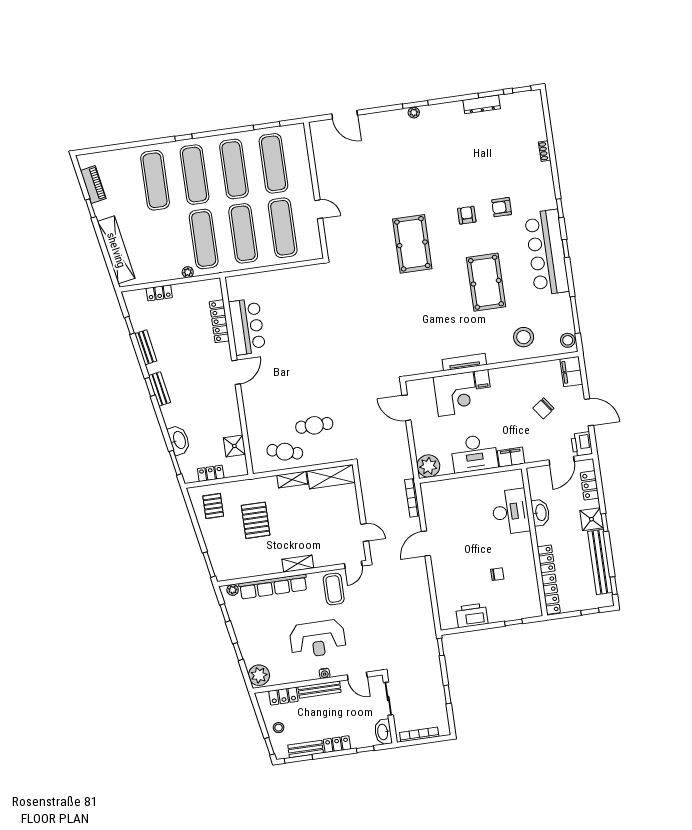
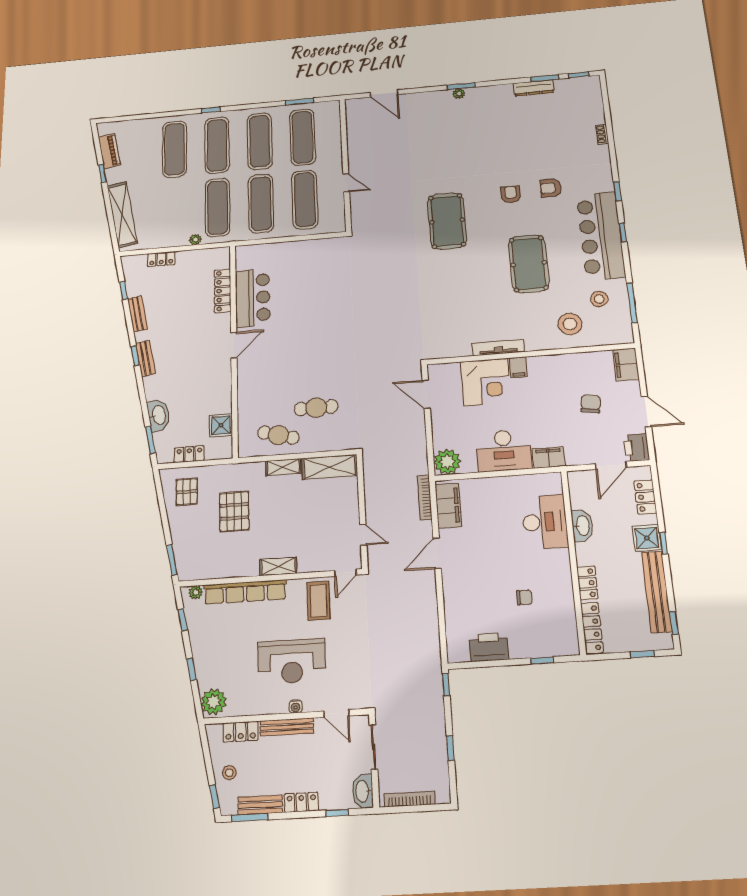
stool: (568, 340) -> (599, 299), moved
chair: (543, 408) -> (591, 404), turned 135
filing cabinet: (432, 503) -> (448, 506), added

